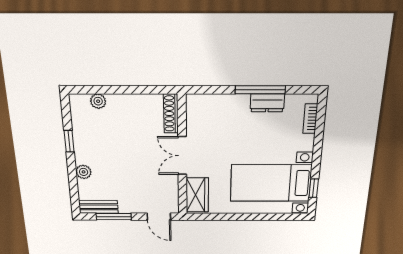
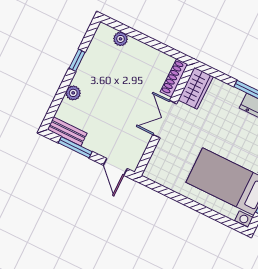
wardrobe: (197, 195) -> (196, 88), moved

